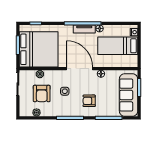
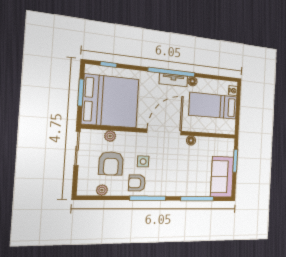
door: (80, 69) -> (164, 132), hinge flipped
sofa: (129, 95) -> (222, 177), width x0.73
armchair: (89, 101) -> (137, 183), moved

